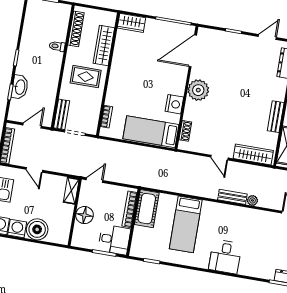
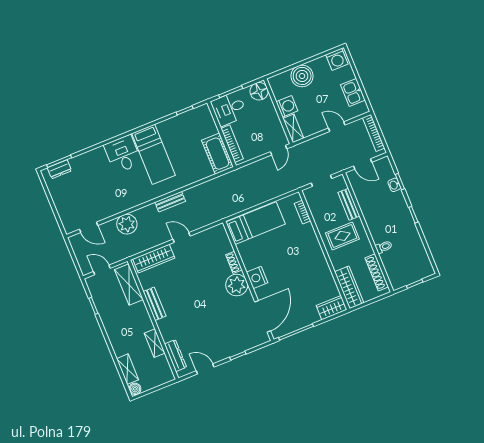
door: (267, 37) -> (205, 369), swing flipped
wardrobe: (104, 45) -> (349, 287), moved
washbasin: (20, 87) -> (394, 185), width x0.52, depth x0.69
nightstand: (174, 104) -> (257, 277), moved
bench: (62, 114) -> (349, 204), moved
door: (32, 126) -> (363, 164), hinge flipped
shoe rack: (185, 131) -> (234, 262), moved
bench: (232, 197) -> (170, 202), moved
plant: (252, 200) -> (127, 224), width x1.87, depth x1.87
floor lamp: (84, 215) -> (259, 91), moved
bed: (186, 224) -> (154, 154), moved, turned 180
washing machine: (17, 228) -> (287, 106), moved, turned -90

